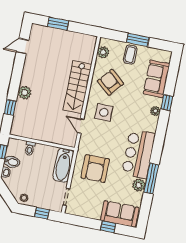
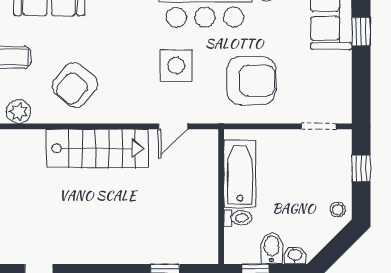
plant: (25, 93) -> (130, 251), removed
side table: (104, 112) -> (176, 66), moved
bathtub: (63, 165) -> (240, 174), moved, turned -90

